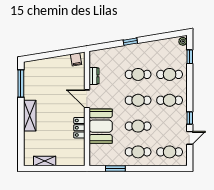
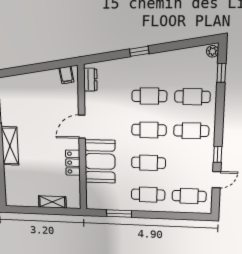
dresser: (94, 76) -> (90, 80), moved
door: (87, 99) -> (82, 127), hinge flipped
shelving: (45, 161) -> (52, 202), moved

